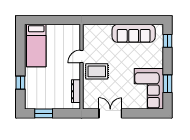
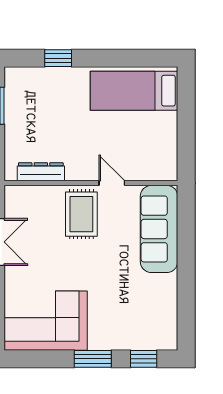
sofa: (134, 33) -> (159, 229), moved
window: (168, 84) -> (93, 359), moved

